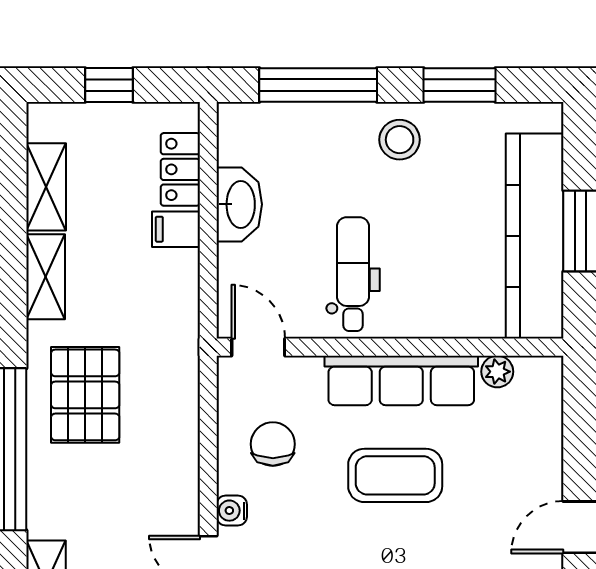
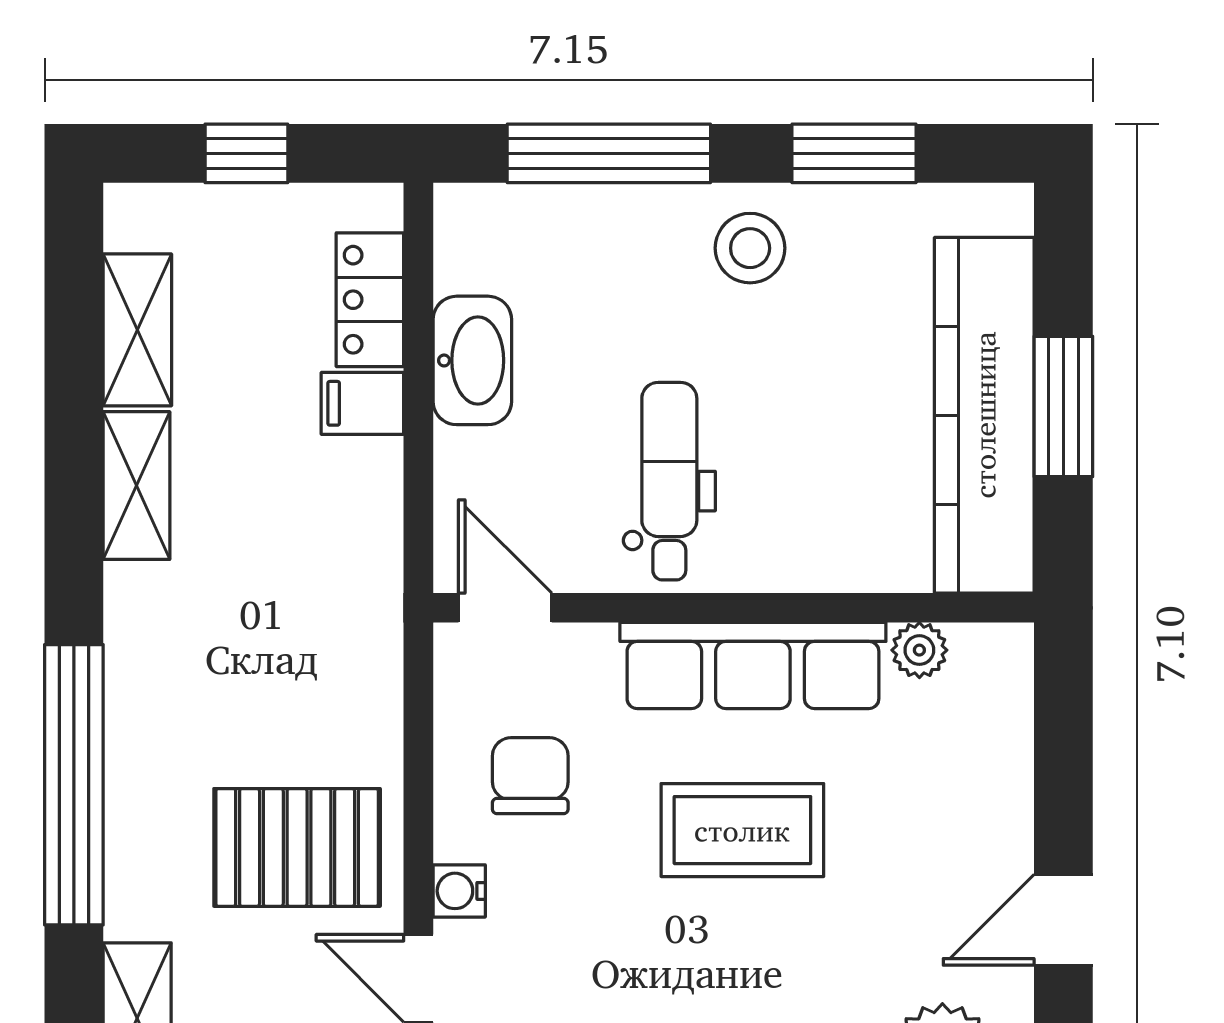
pallet: (85, 395) -> (297, 847), moved, turned 90

